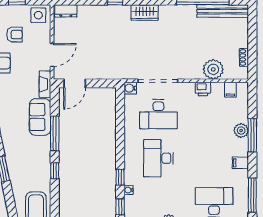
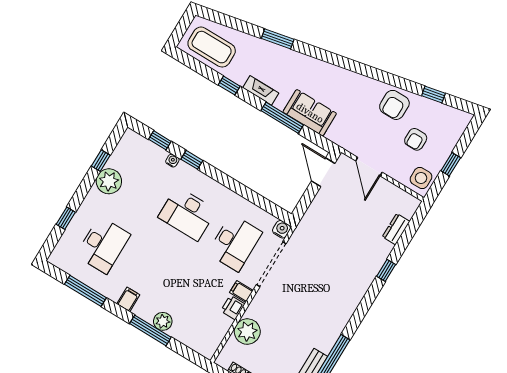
dresser: (66, 11) -> (396, 229), moved
wardrobe: (145, 13) -> (354, 295), removed
fireplace: (45, 84) -> (261, 90), moved
filing cabinet: (230, 90) -> (241, 291), moved
desk: (158, 114) -> (235, 243), turned 180
desk: (158, 158) -> (187, 214), turned 180
window: (55, 171) -> (229, 86), moved

